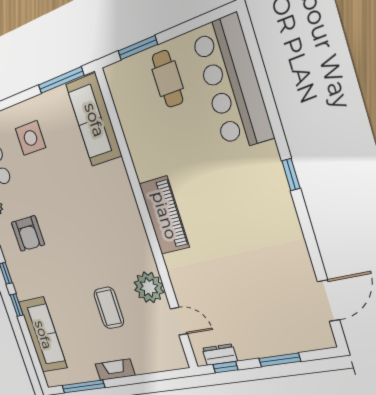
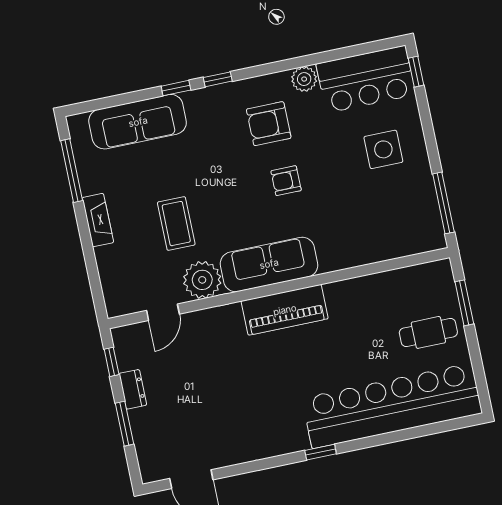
bar counter: (232, 84) -> (392, 406), width x1.36
sofa: (94, 120) -> (269, 264), moved
armchair: (65, 218) -> (286, 181), added
coffee table: (109, 308) -> (176, 224), turned 90
dresser: (220, 355) -> (133, 389), moved

